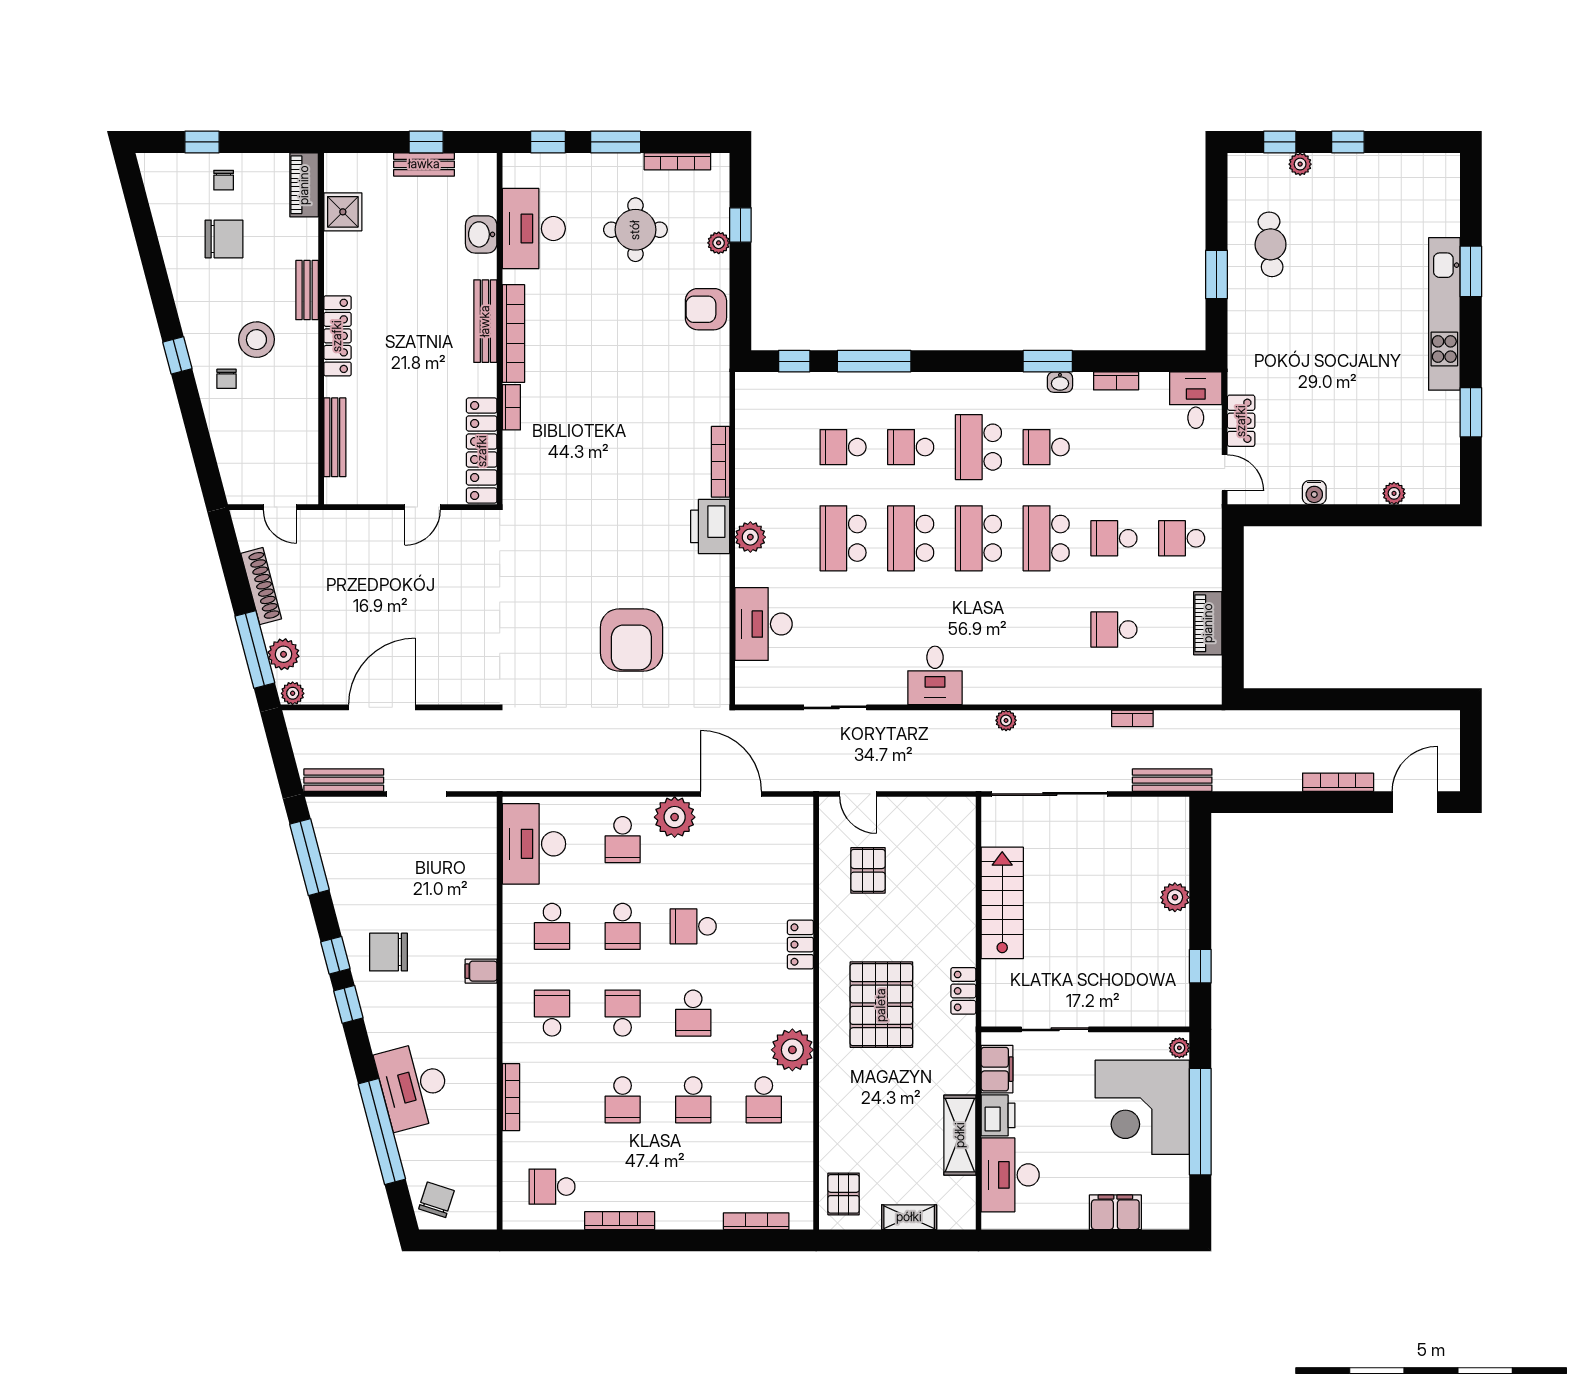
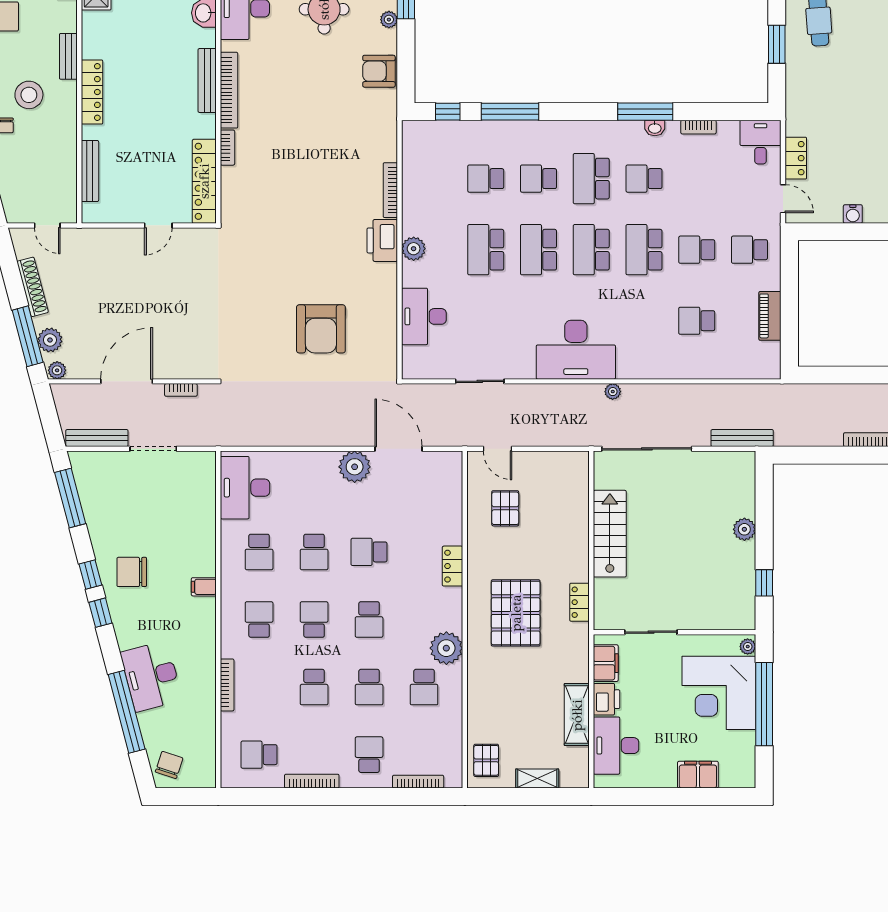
window: (1048, 361) -> (645, 112), width x1.44
desk: (935, 675) -> (576, 350), width x1.87, depth x1.30
bookcase: (1132, 718) -> (181, 390), moved
school desk: (623, 840) -> (369, 755), moved, turned 180

